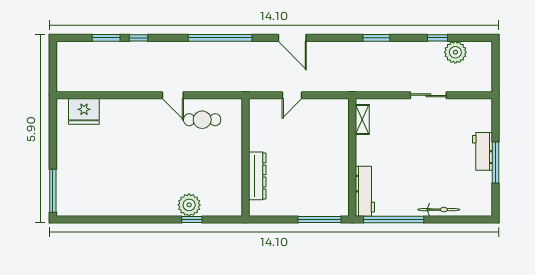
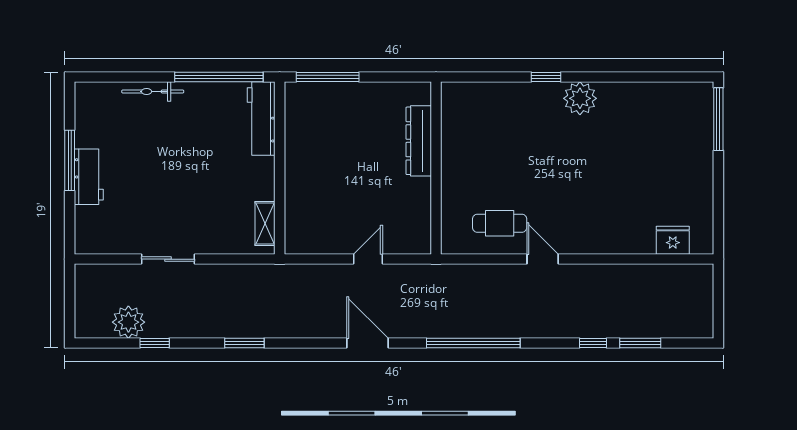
fridge: (84, 111) -> (673, 240), width x0.73, depth x0.75
plant: (189, 205) -> (580, 98), moved
window: (192, 219) -> (546, 77), moved

